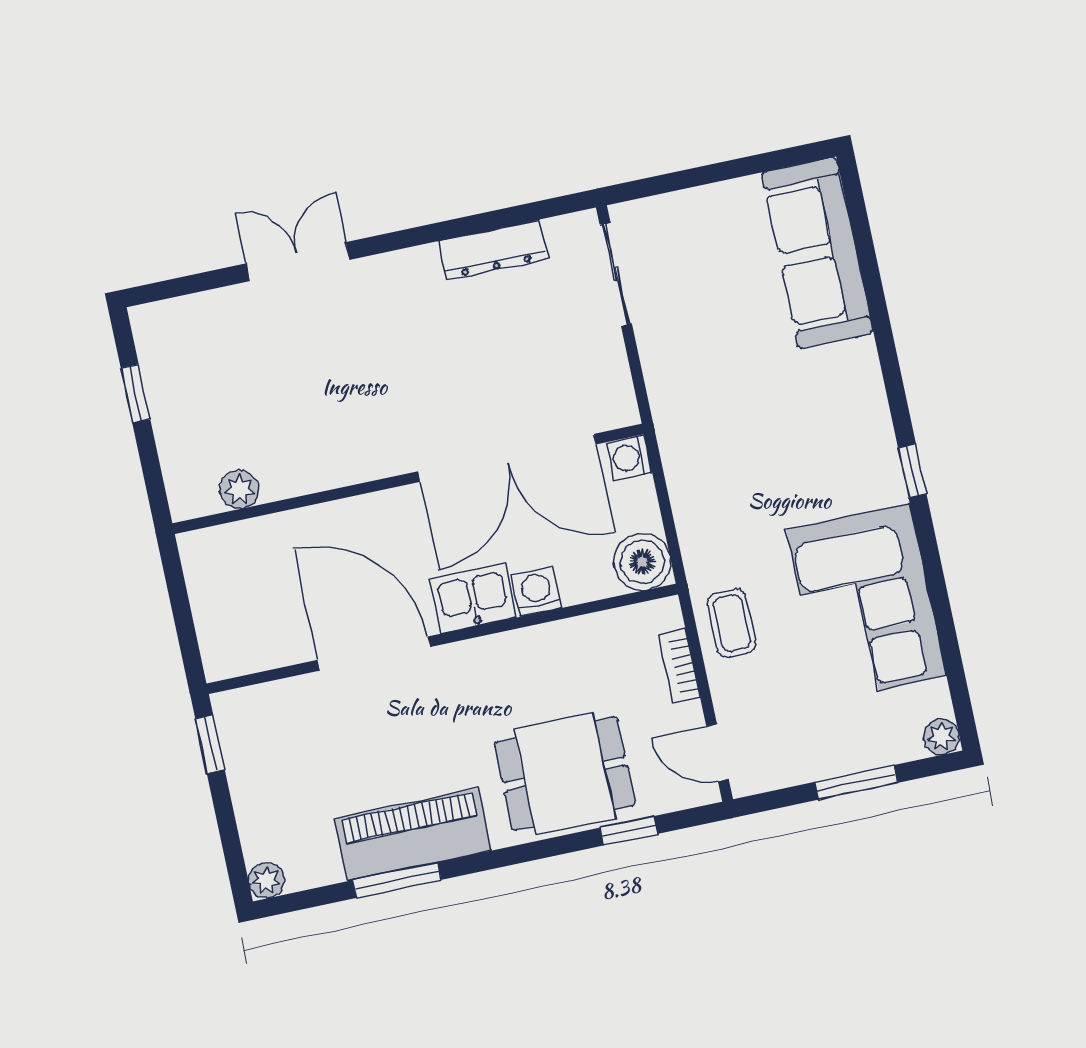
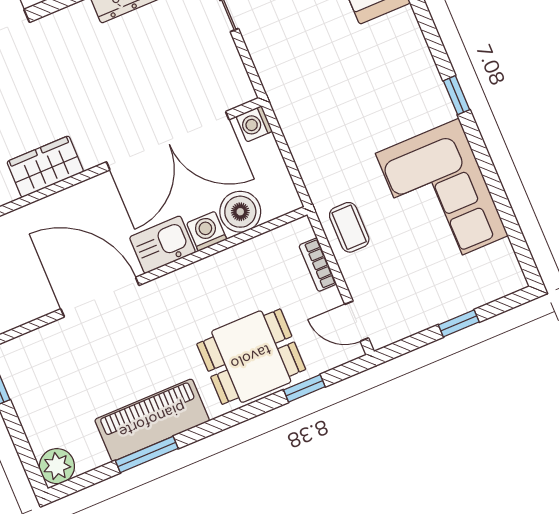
wardrobe: (333, 461) -> (45, 167), added
boiler: (642, 562) -> (240, 212), moved
plant: (941, 737) -> (513, 280), removed
window: (856, 782) -> (459, 323), width x0.67
plant: (266, 880) -> (57, 466), width x1.38, depth x1.38

